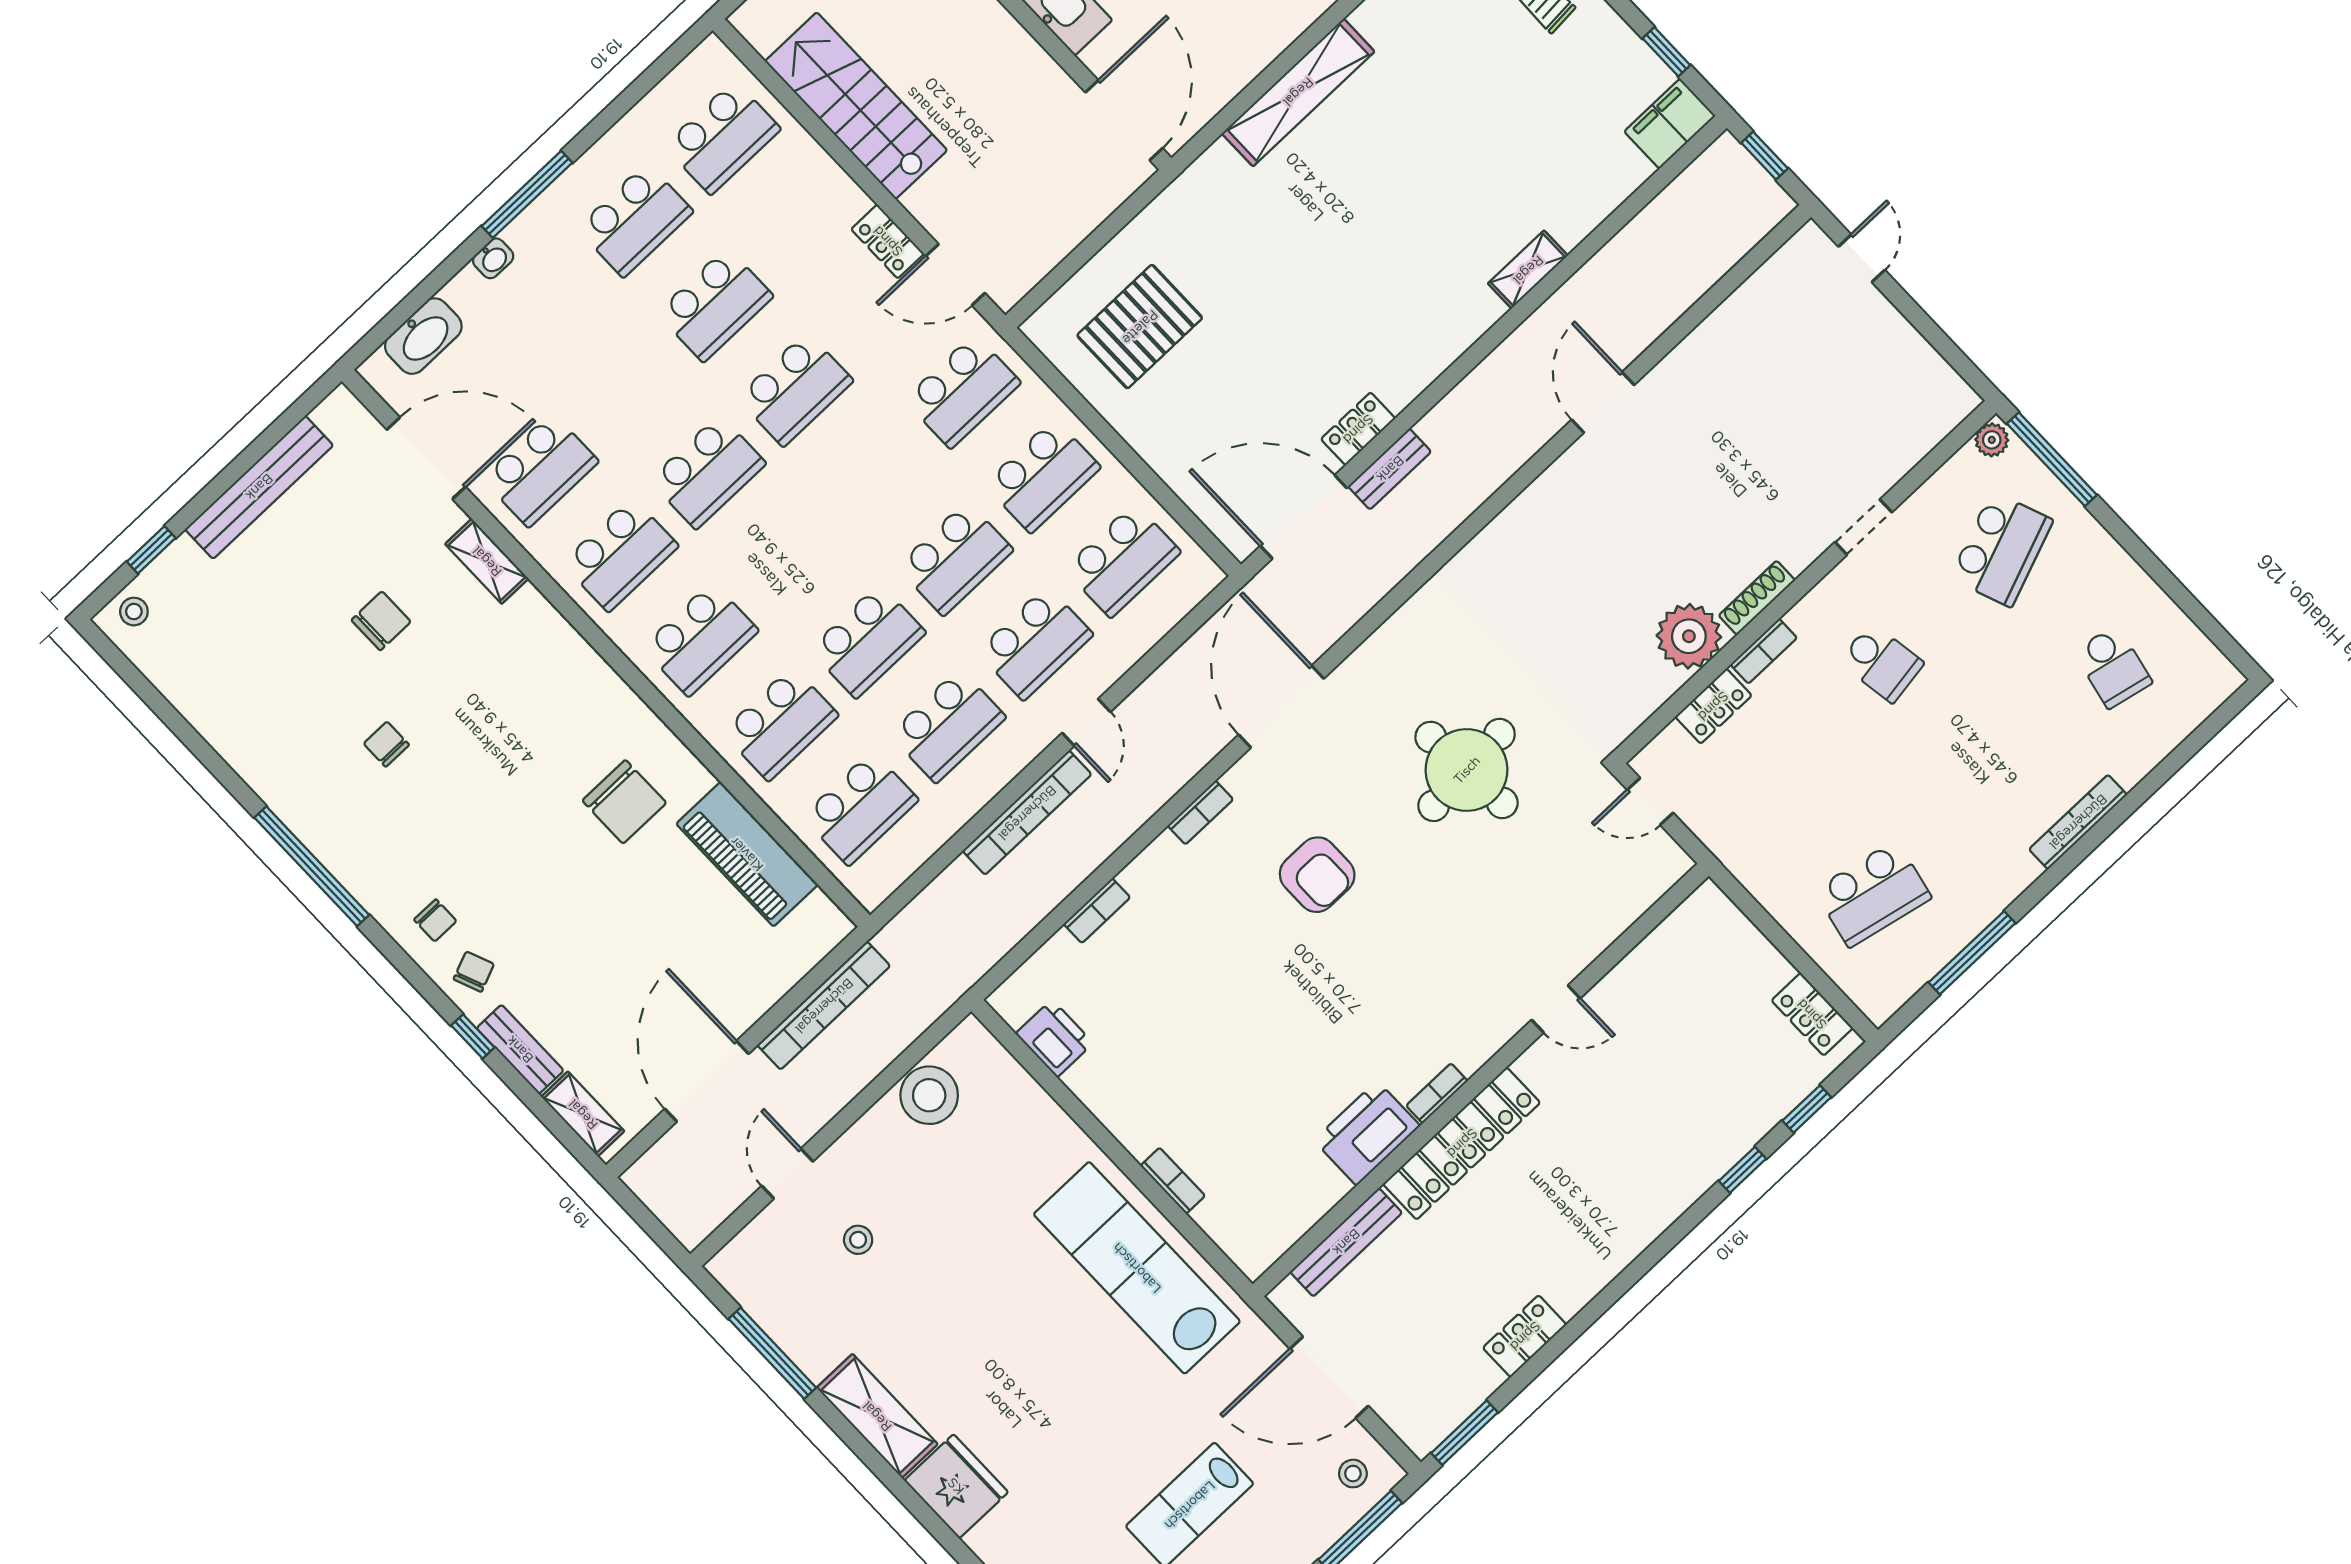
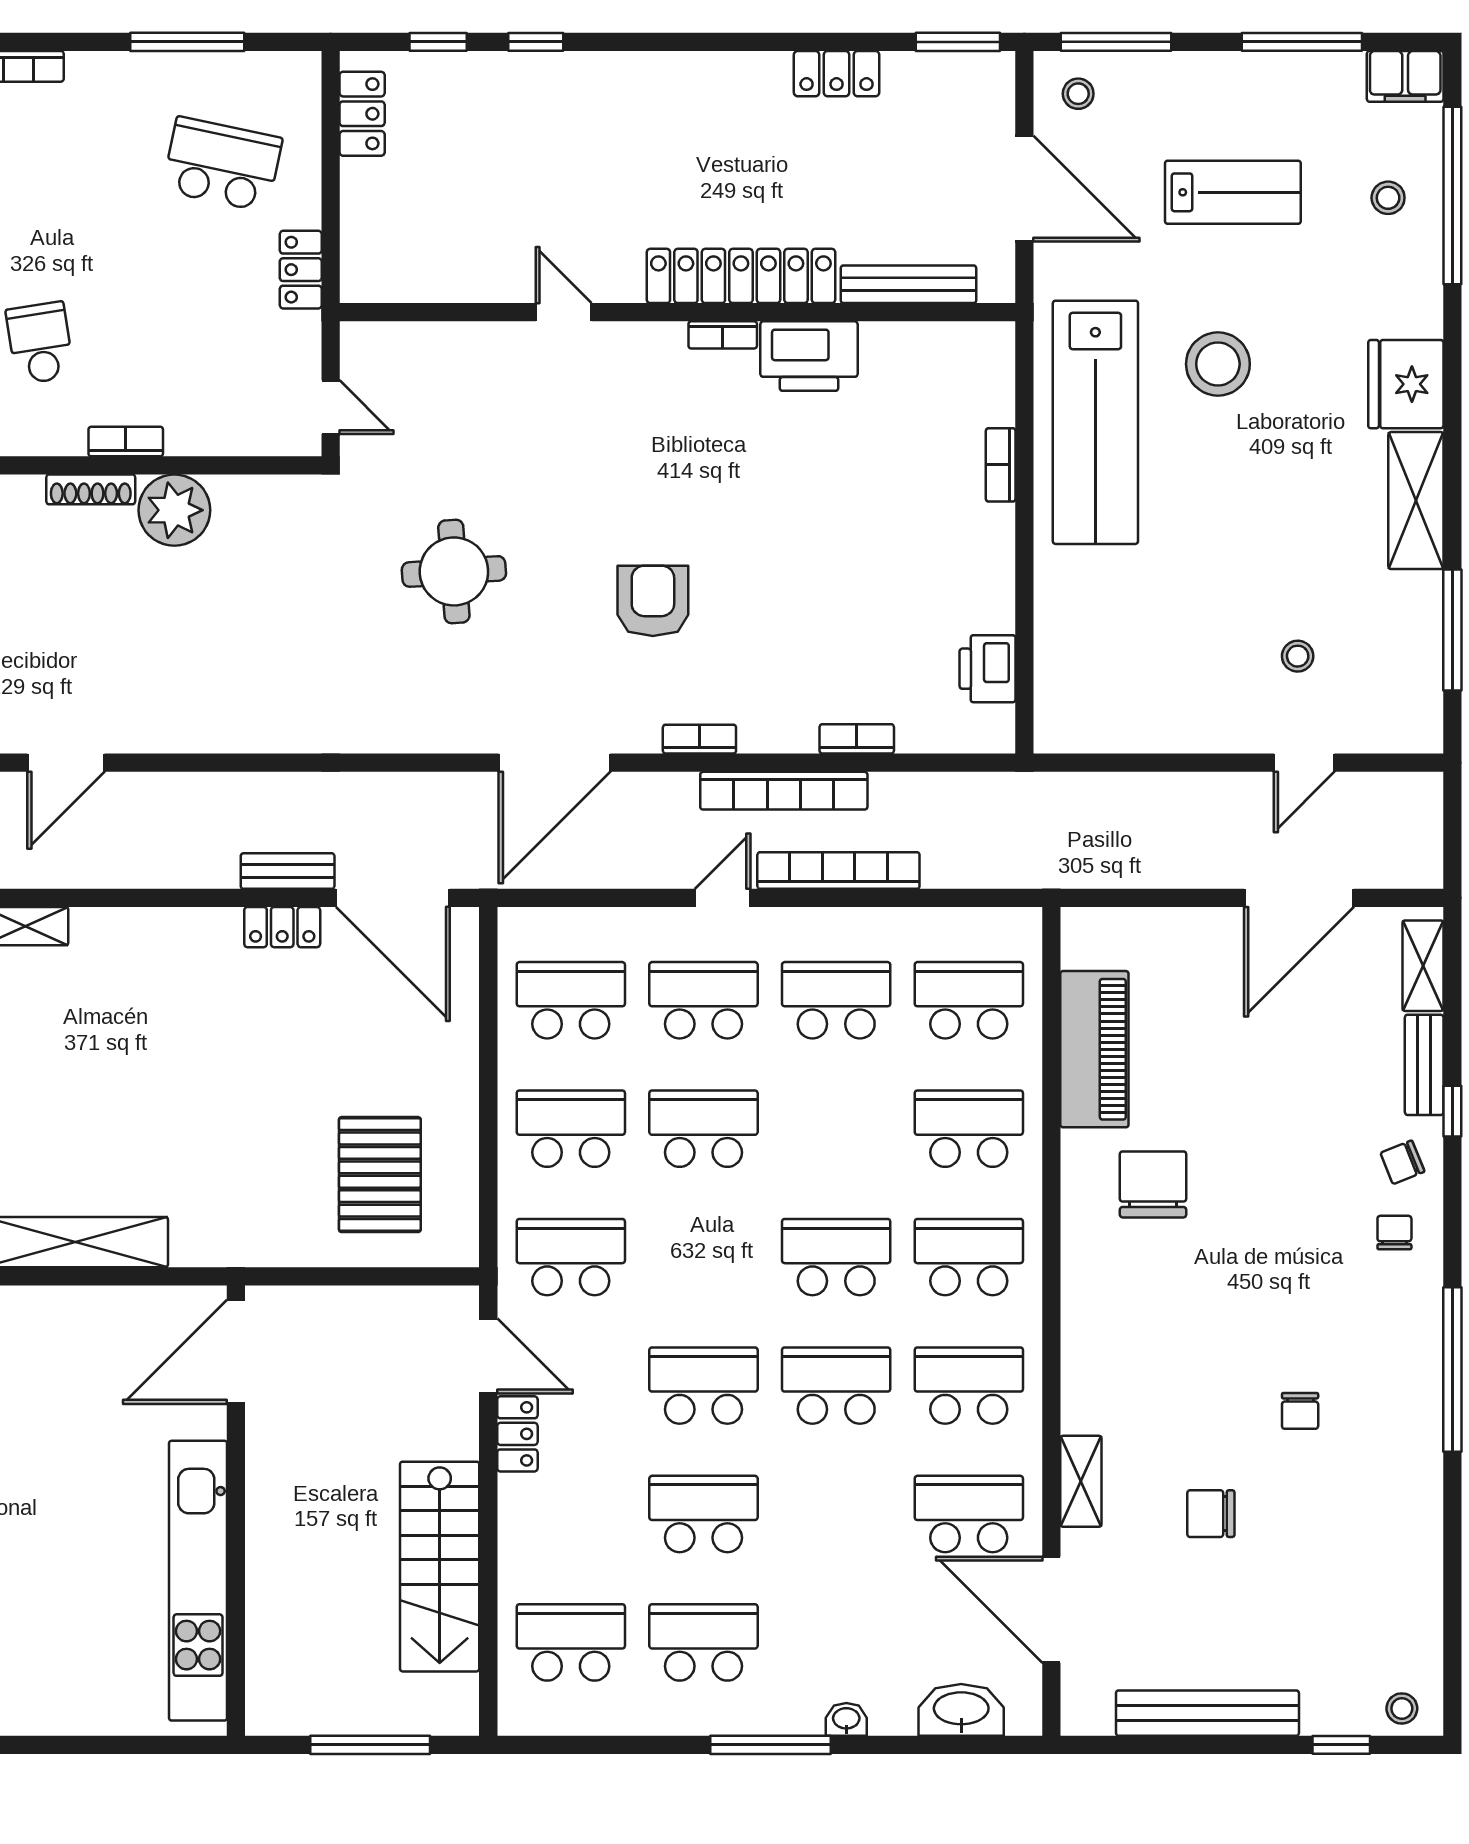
pallet: (1140, 327) -> (380, 1175), turned 90
school desk: (868, 641) -> (836, 1257), moved
locker: (1713, 706) -> (301, 270), moved, turned -90
round table: (1467, 770) -> (454, 571), width x0.73, depth x0.73
bookcase: (824, 1006) -> (784, 791), moved, turned 180
stool: (929, 1095) -> (1218, 364), moved

